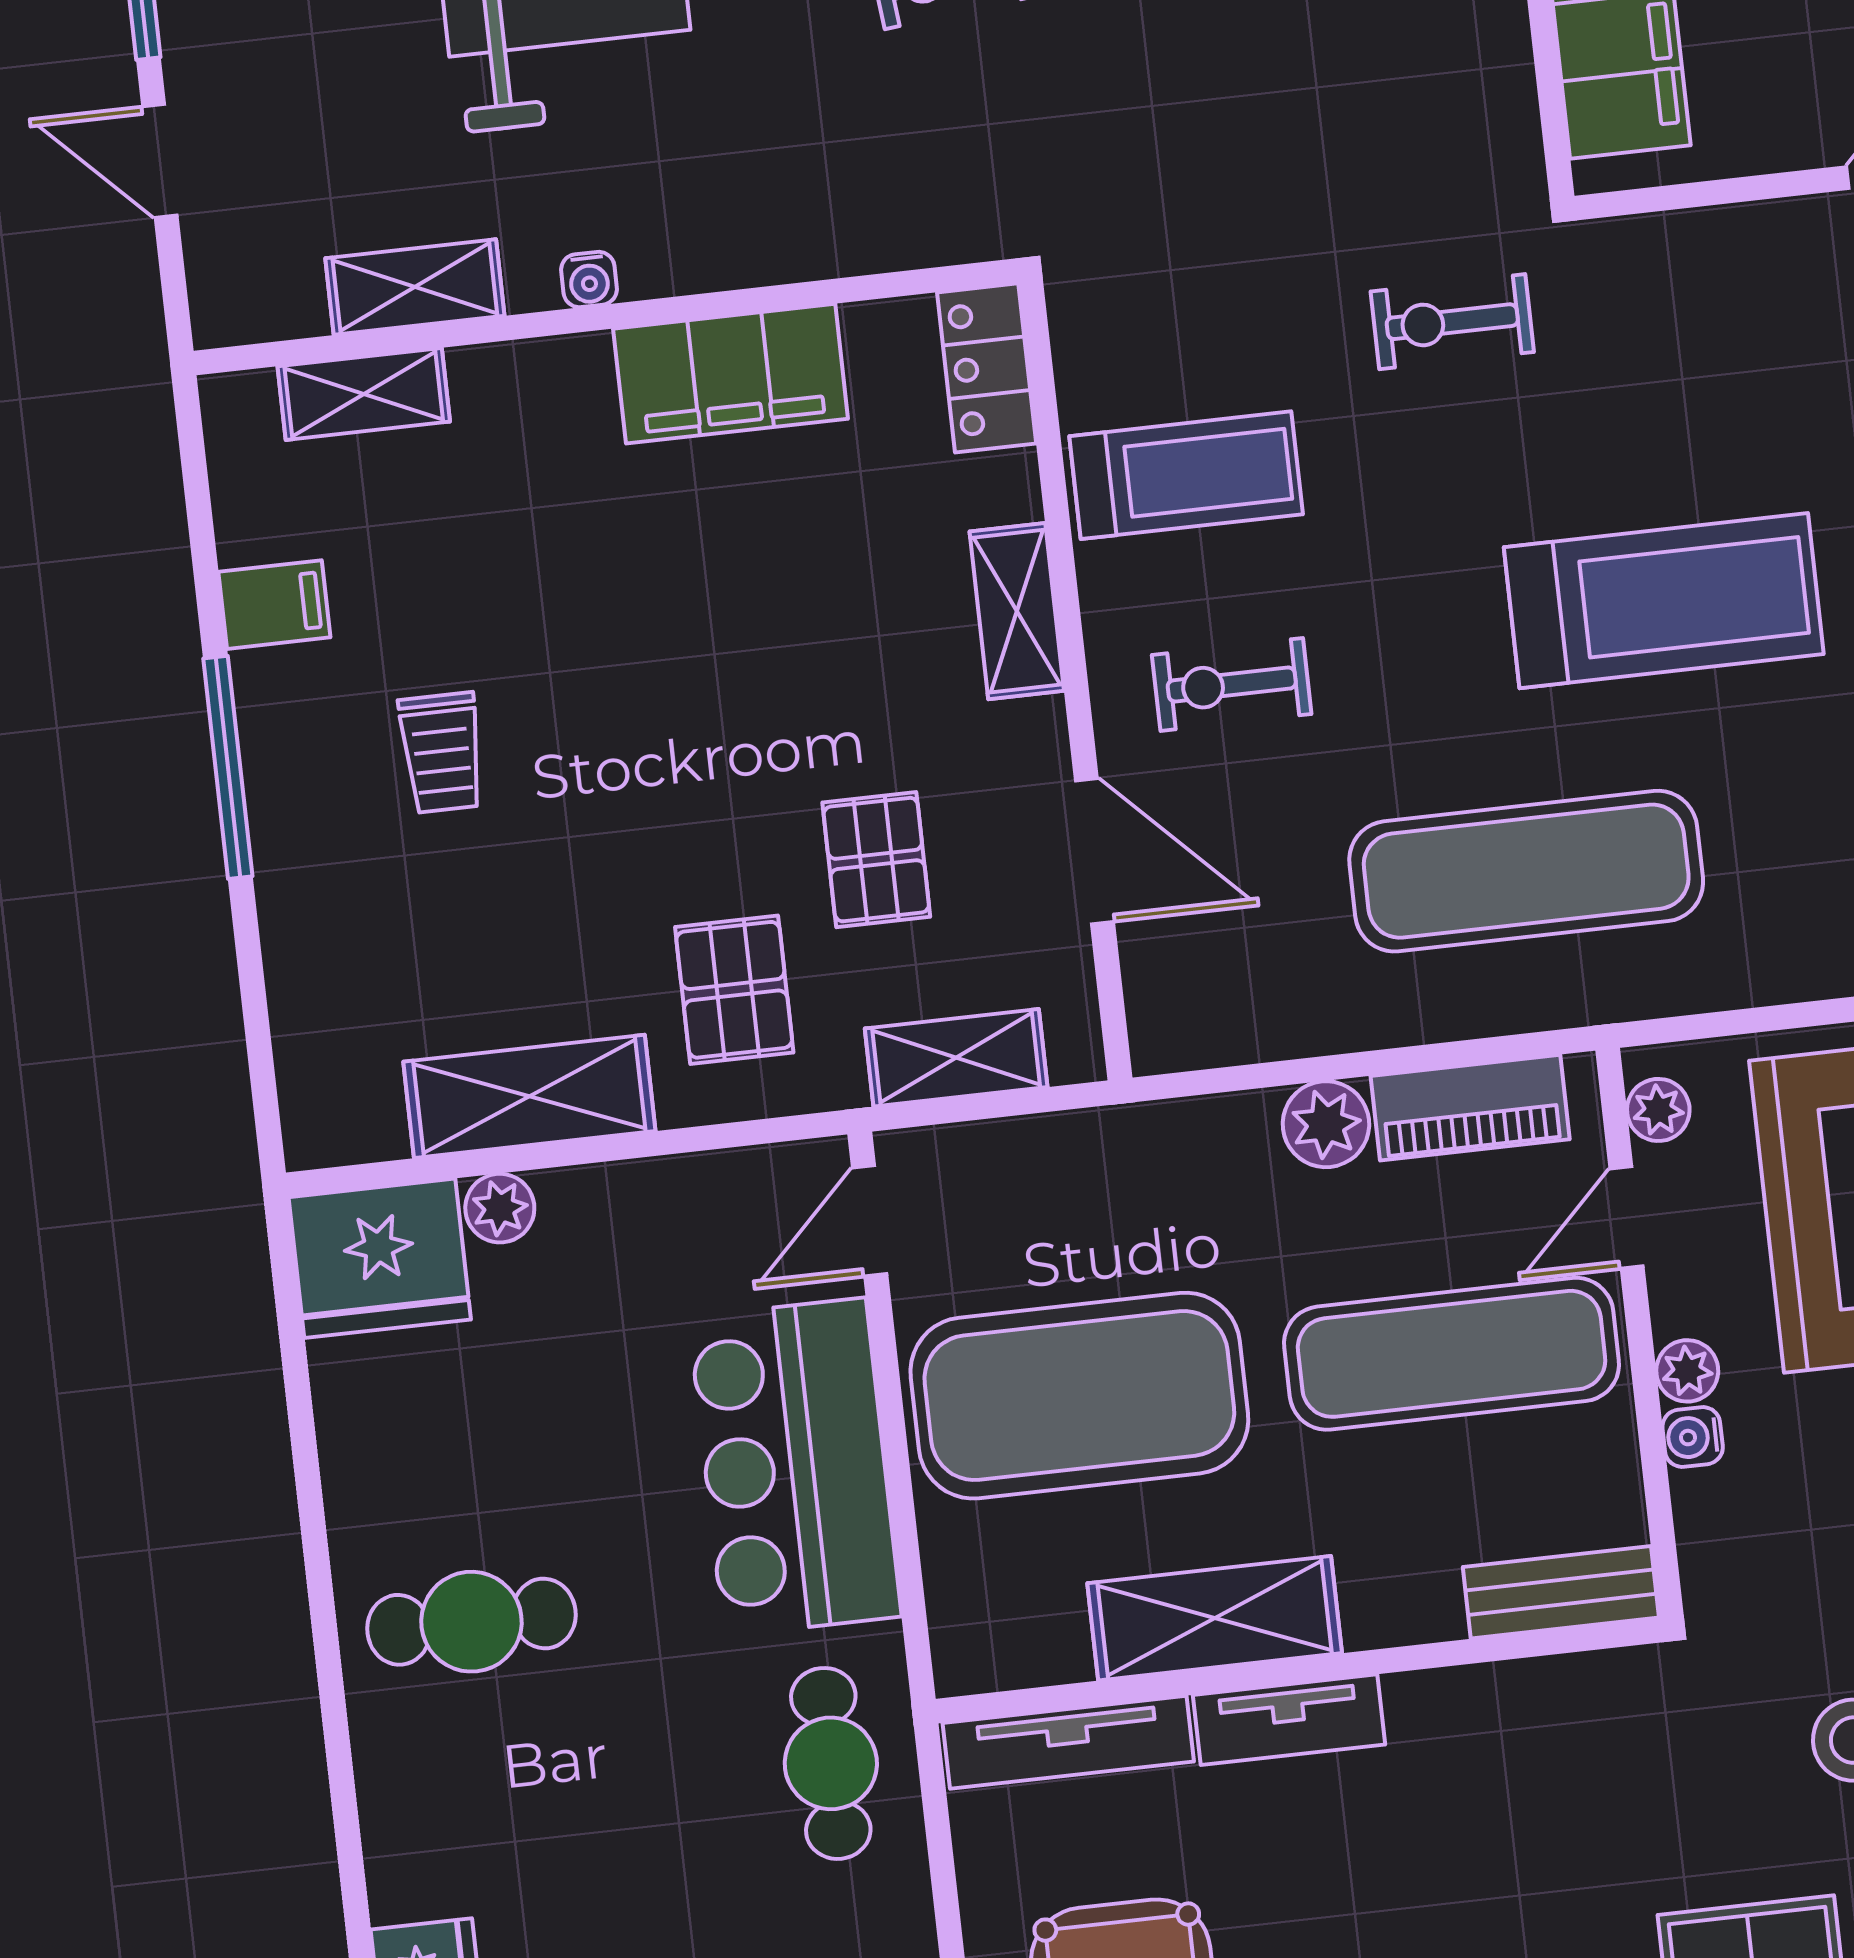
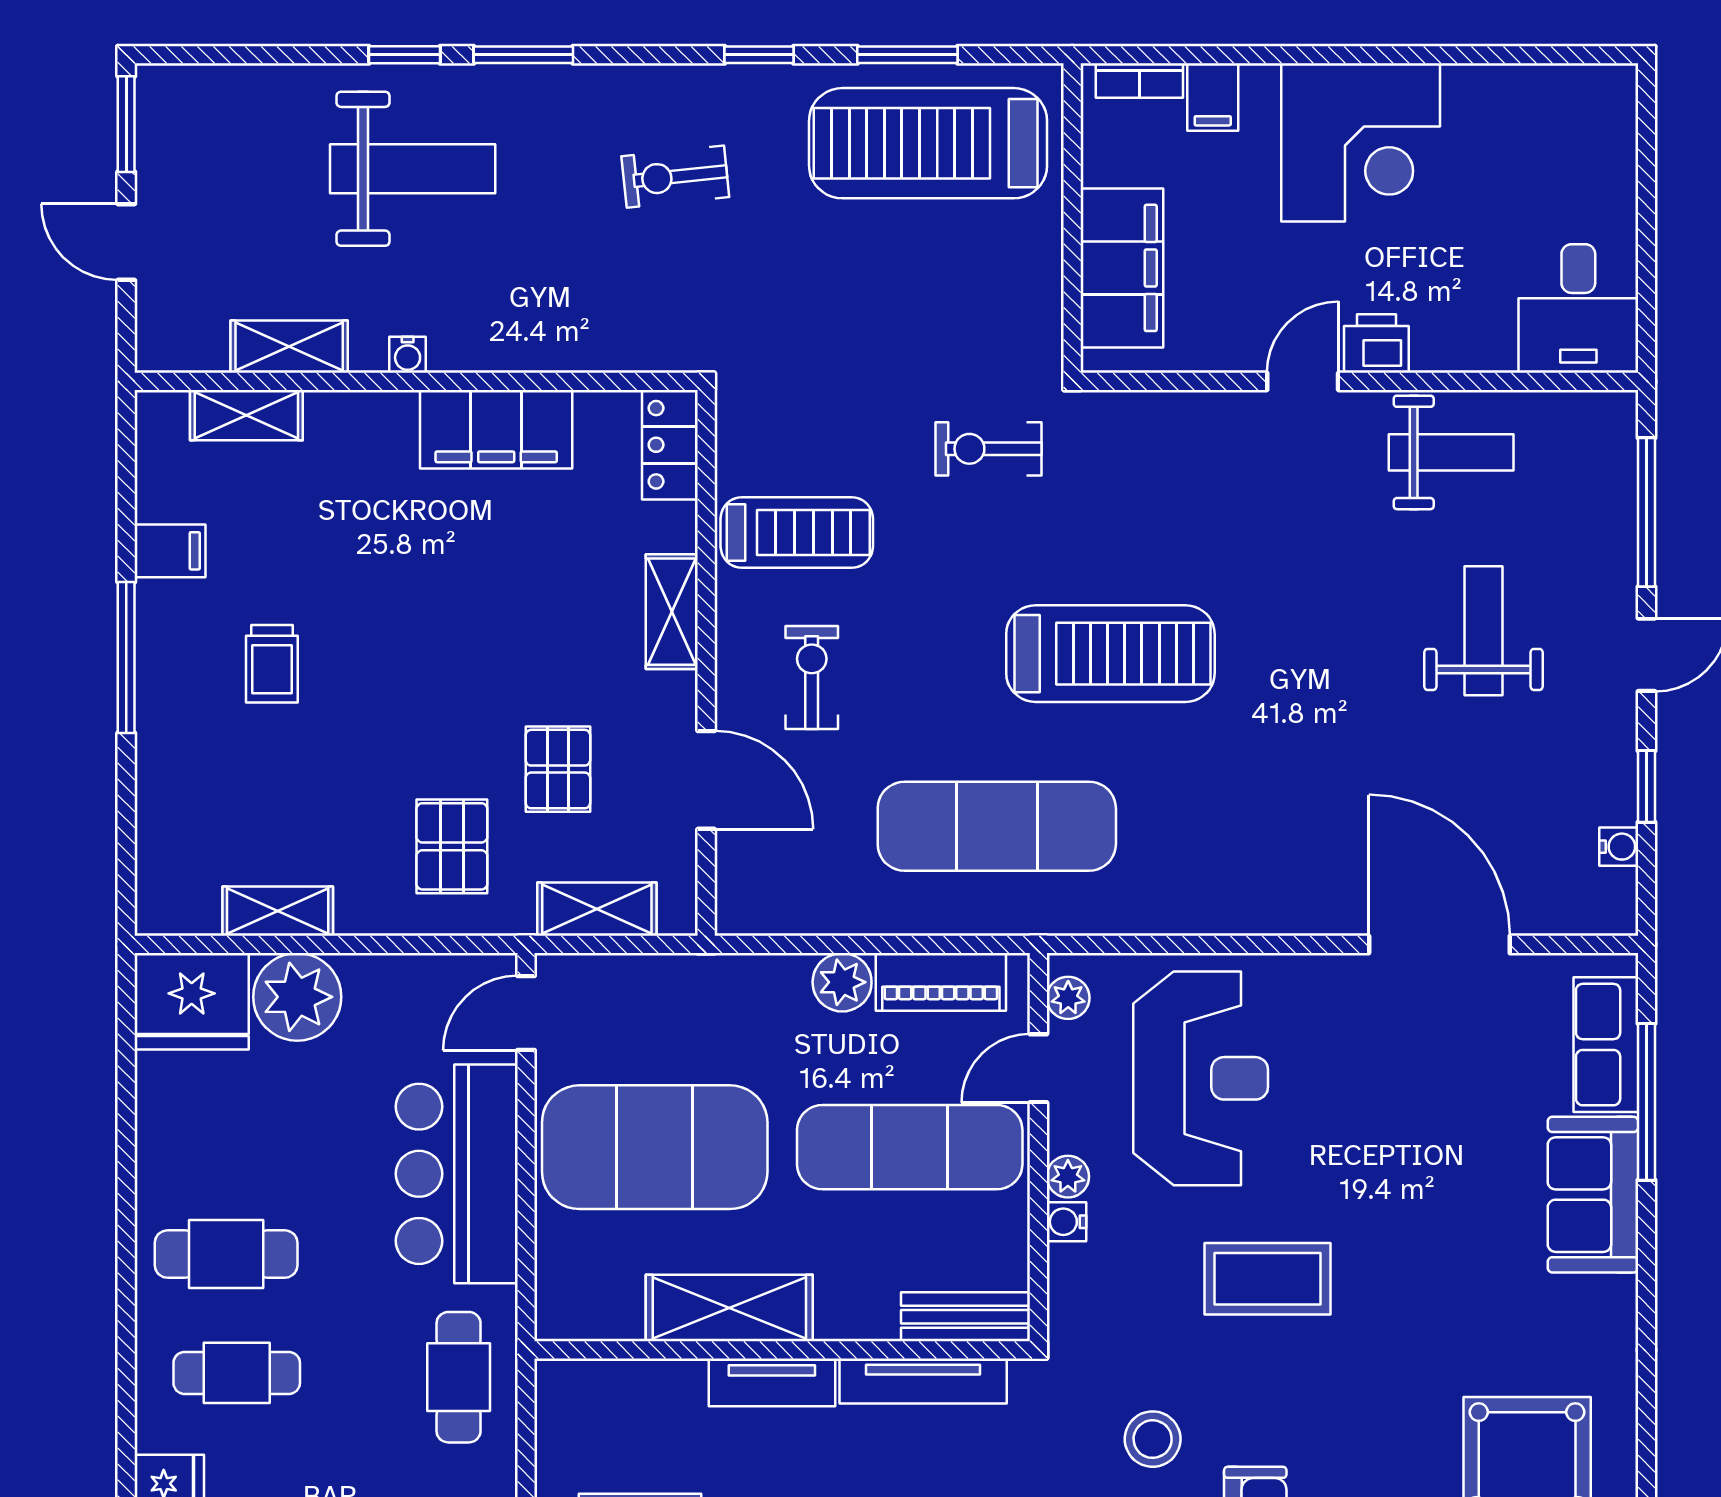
exercise bike: (1232, 684) -> (812, 678), turned 90
shelving: (529, 1096) -> (278, 911), width x0.67, depth x0.75
plant: (500, 1208) -> (297, 997), width x1.88, depth x1.88
tv unit: (1068, 1742) -> (923, 1381), moved
cafe table: (506, 1794) -> (237, 1373), added

